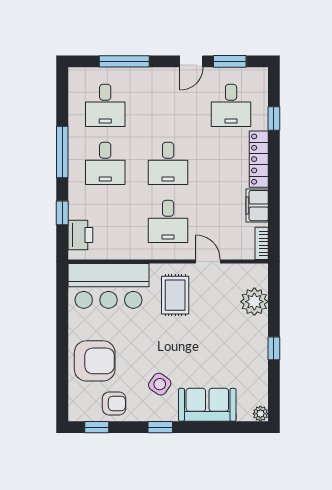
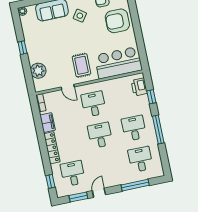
window: (274, 118) -> (50, 181), moved

